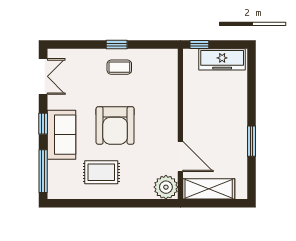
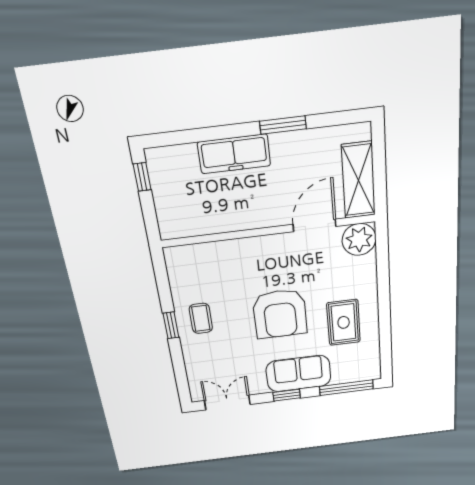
window: (199, 44) -> (142, 177), moved
freezer: (222, 59) -> (234, 154), moved, turned 90
armchair: (115, 125) -> (280, 314), turned 90

